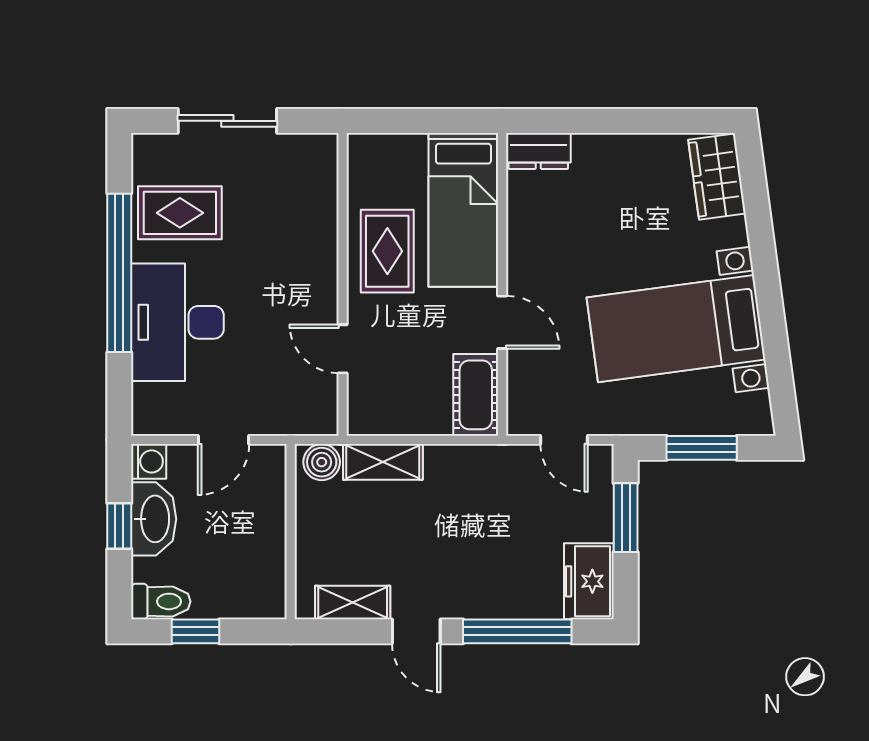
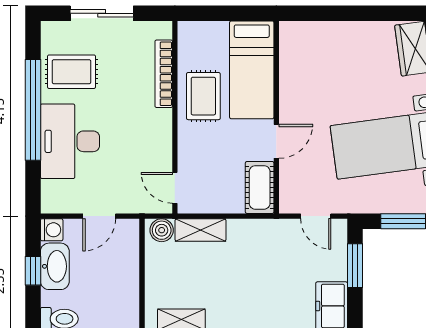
dresser: (538, 151) -> (299, 32), removed
bookcase: (325, 216) -> (164, 74), added
door: (502, 322) -> (276, 141), hinge flipped
door: (343, 349) -> (175, 188), moved

